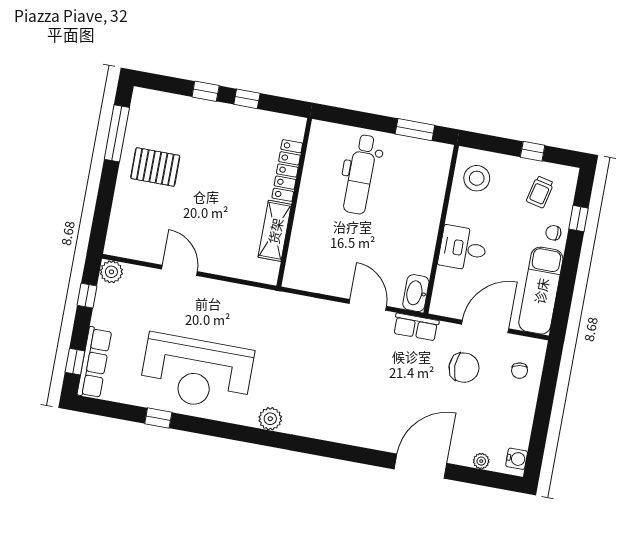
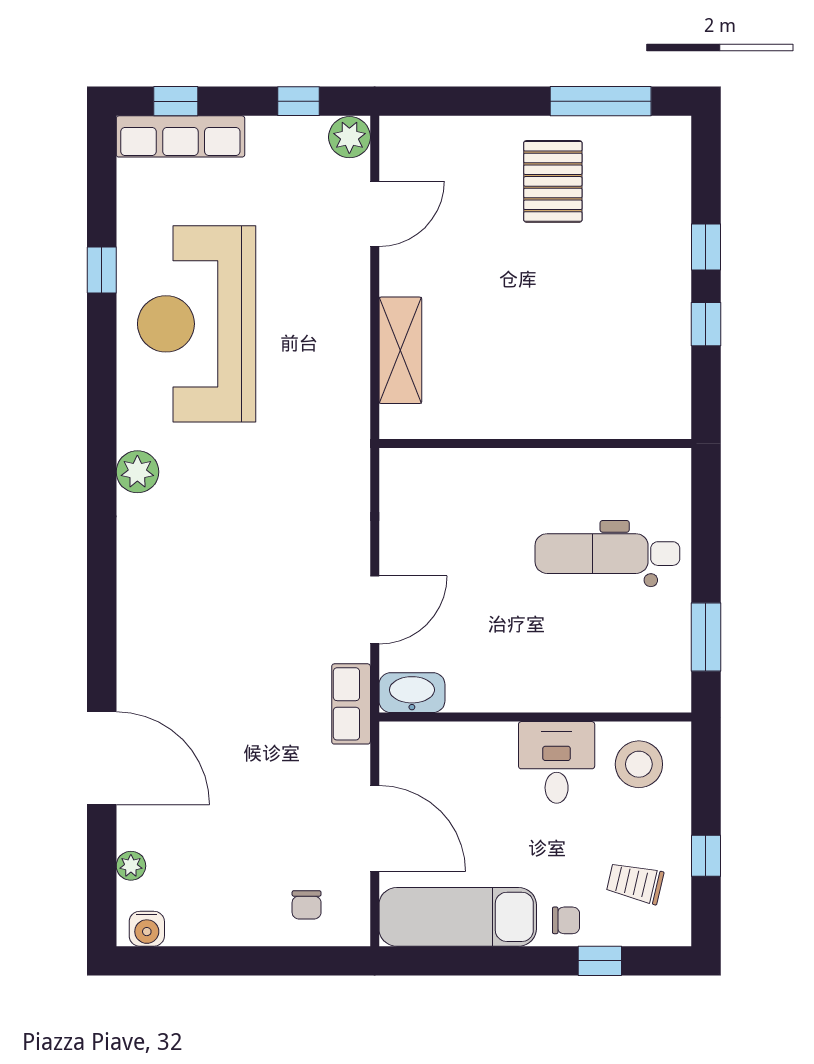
locker: (287, 170) -> (590, 420), removed
shelving: (275, 231) -> (400, 350), moved, turned 90
chair: (553, 233) -> (566, 920), turned 90
desk: (463, 248) -> (557, 762), moved
door: (179, 270) -> (375, 214), moved
chair: (464, 368) -> (294, 804), removed
chair: (520, 371) -> (307, 905), turned -80

